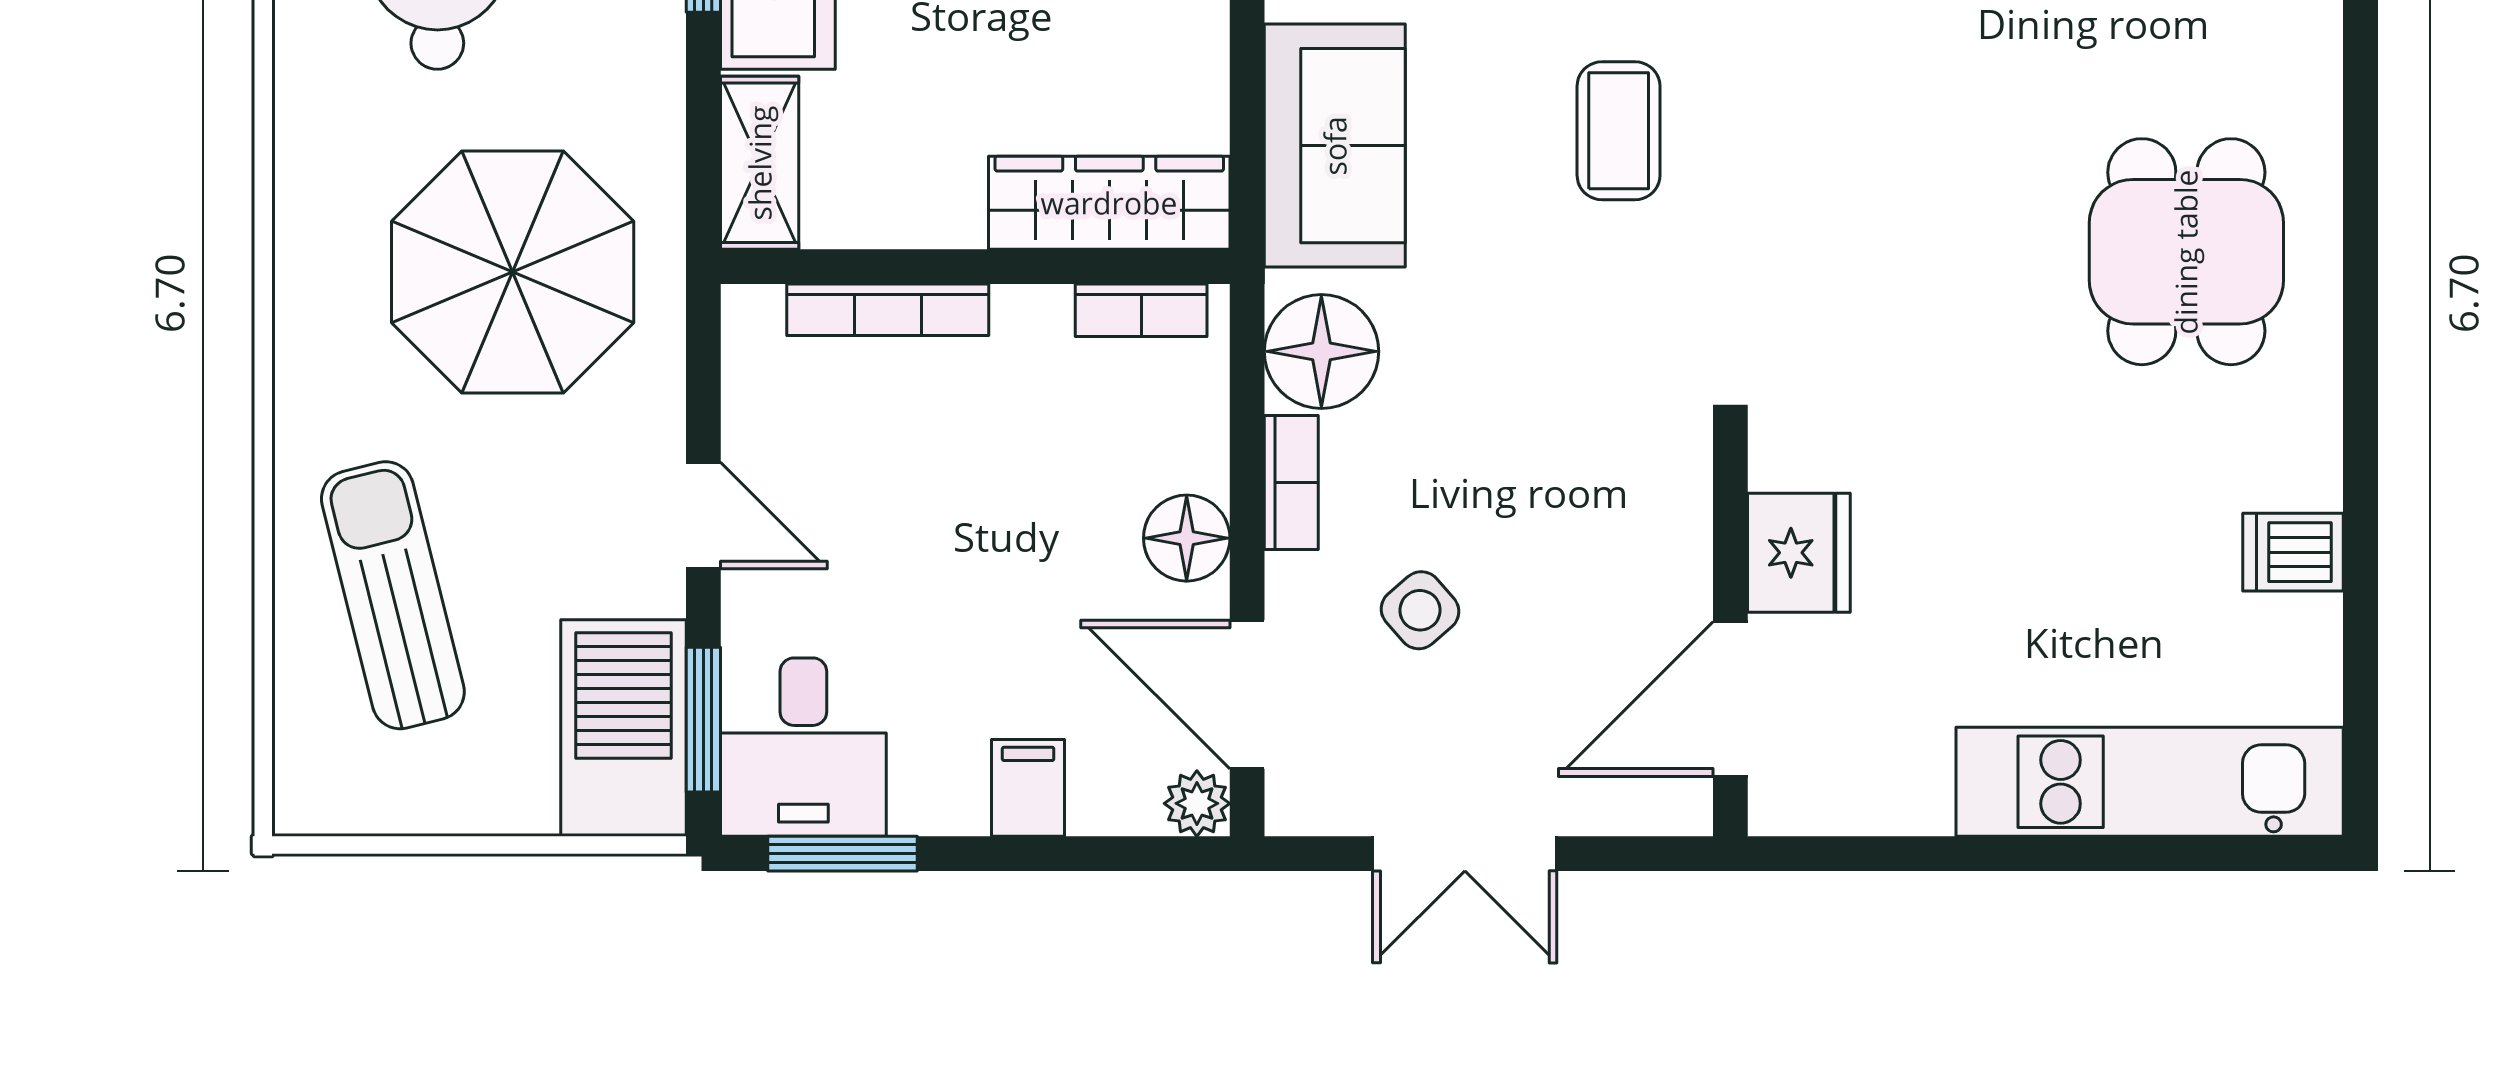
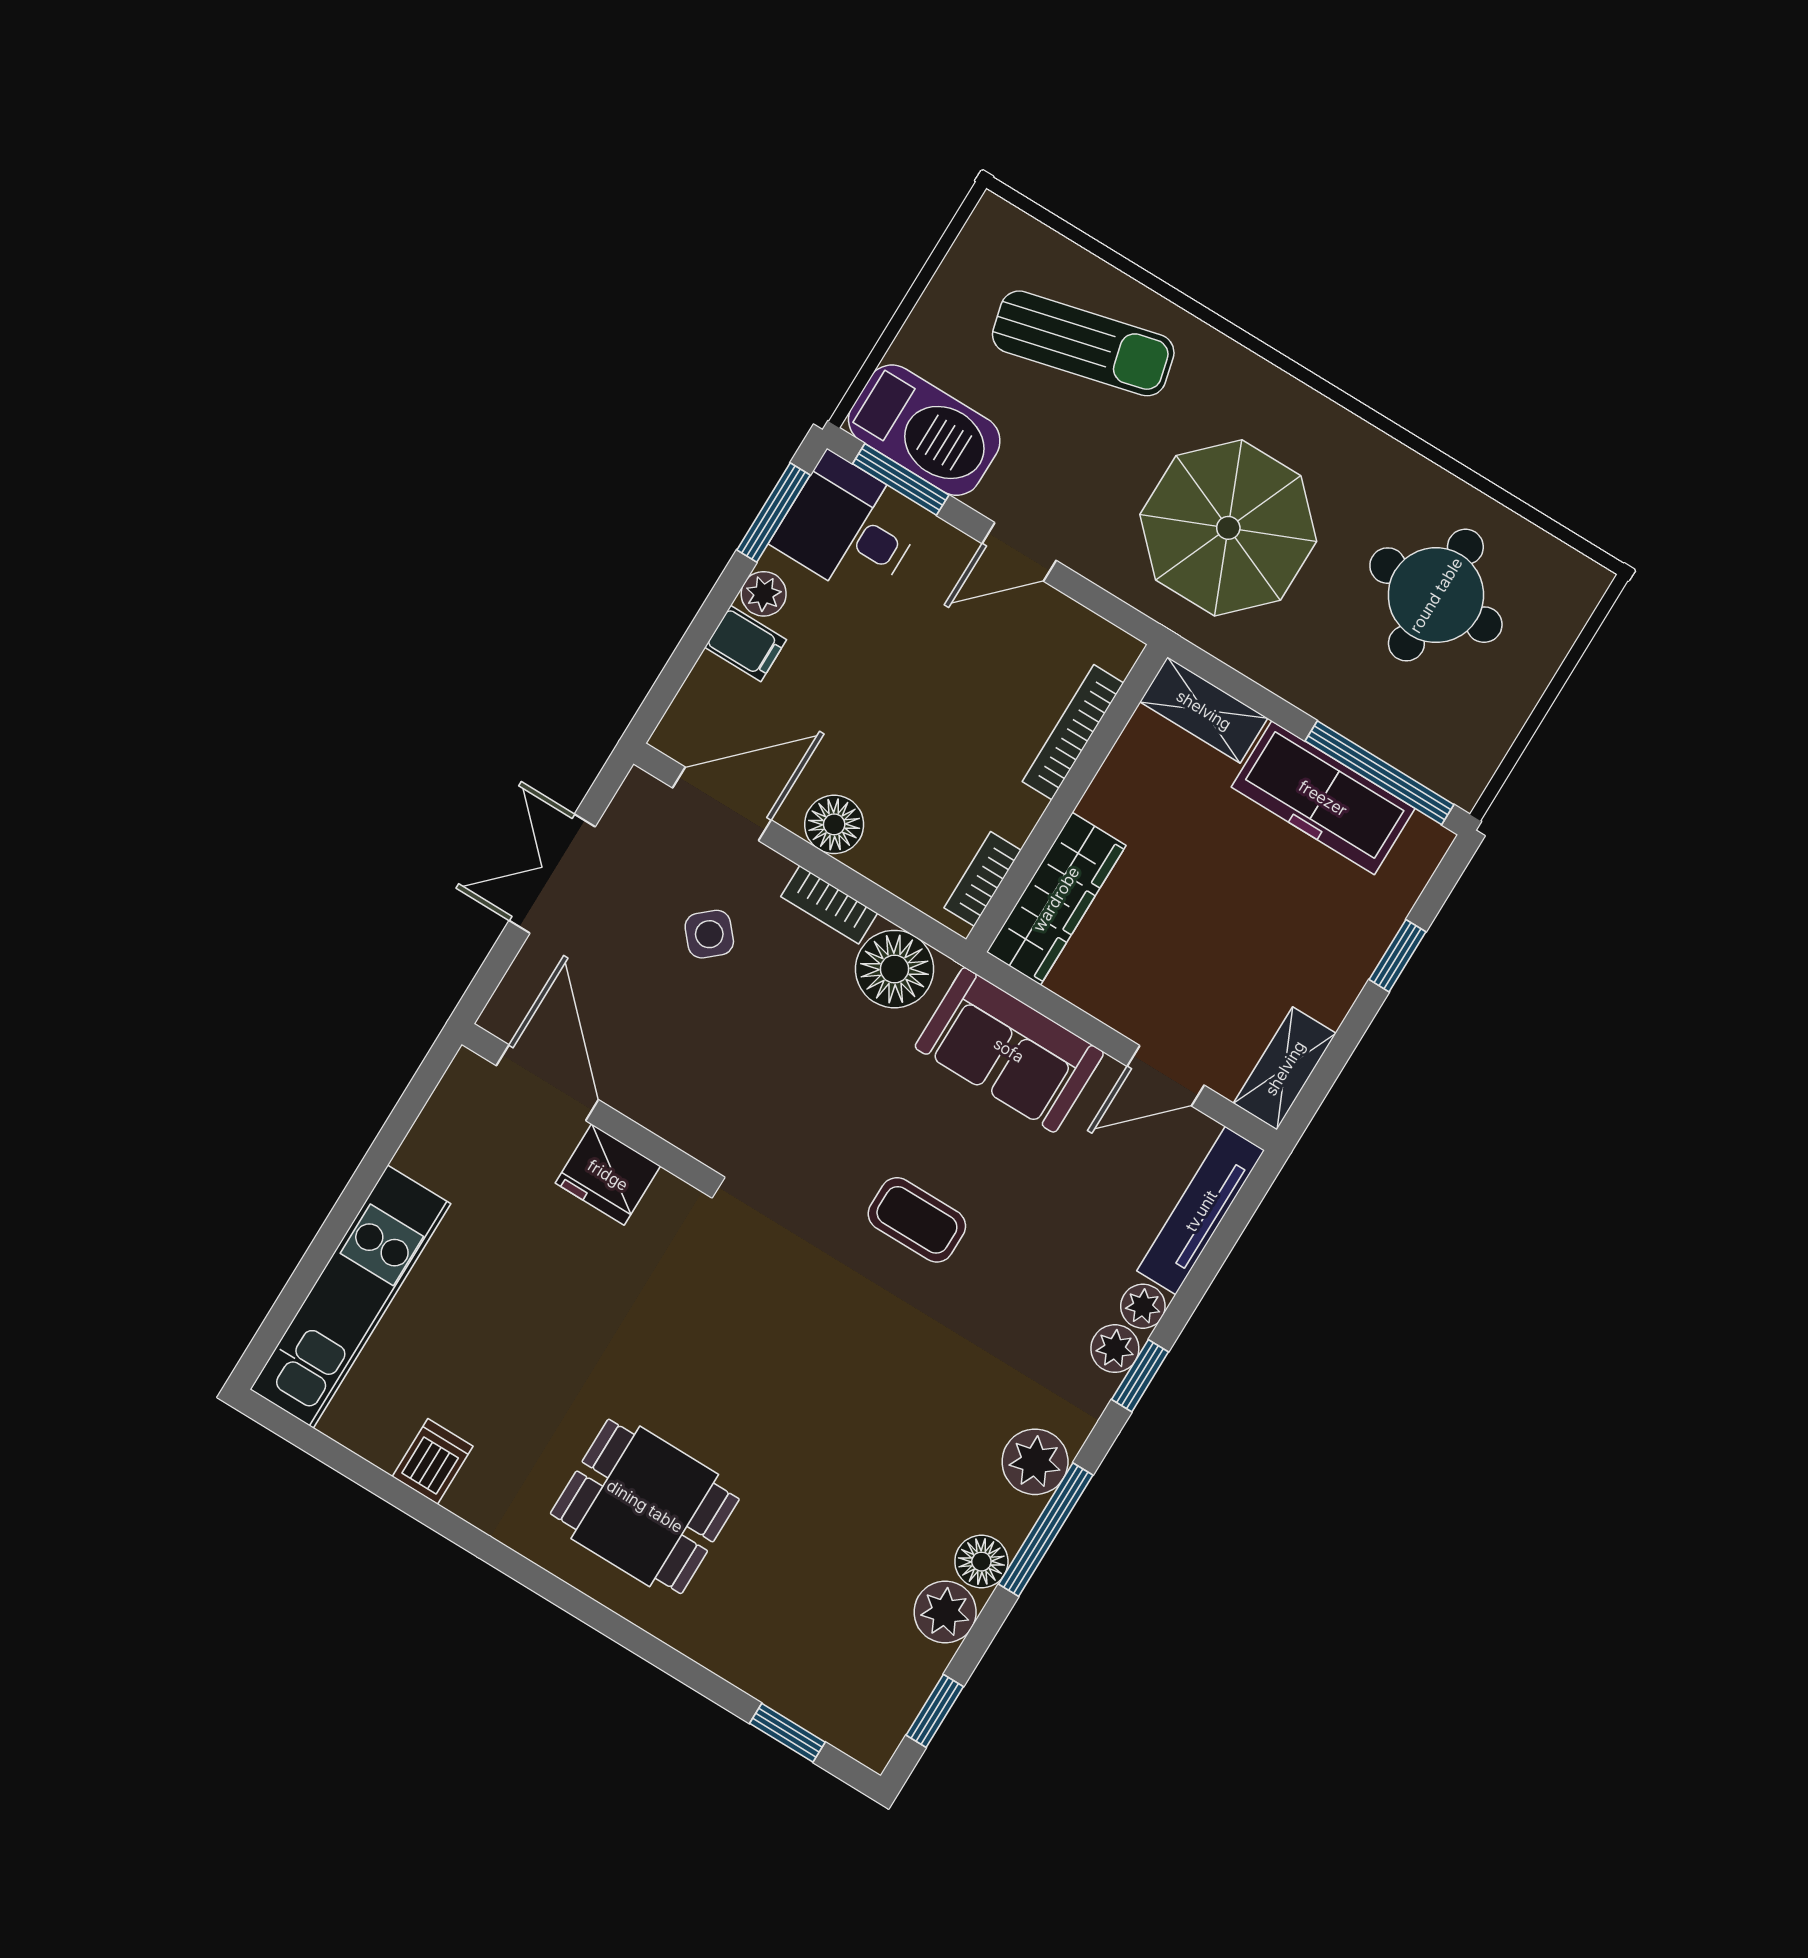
plant: (1197, 803) -> (764, 594), moved

